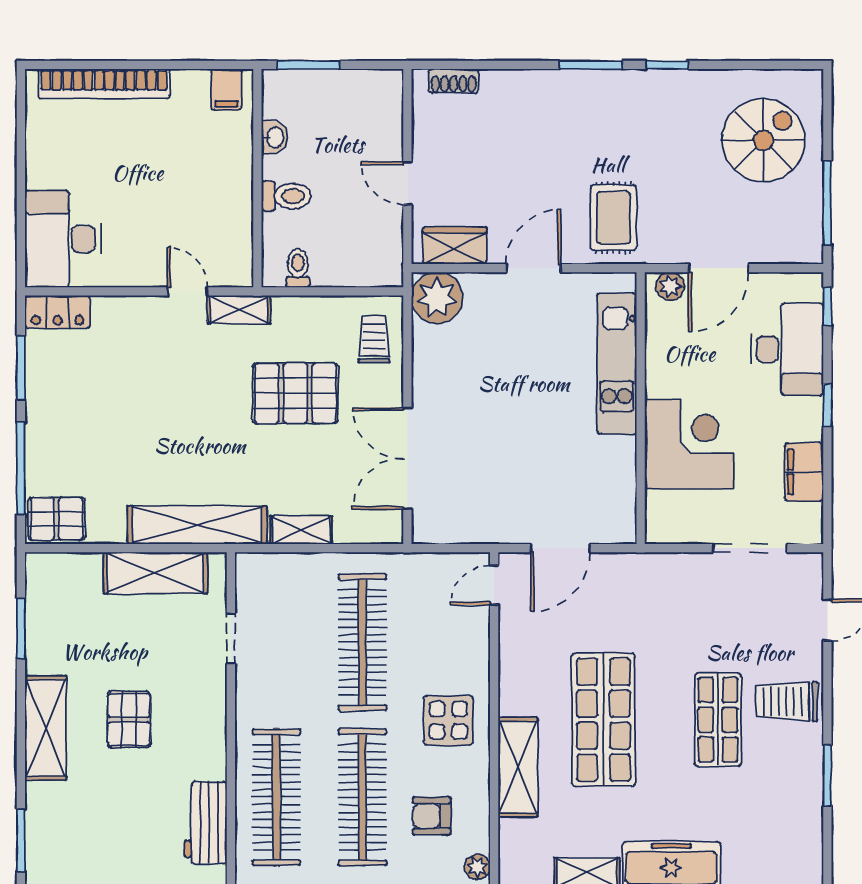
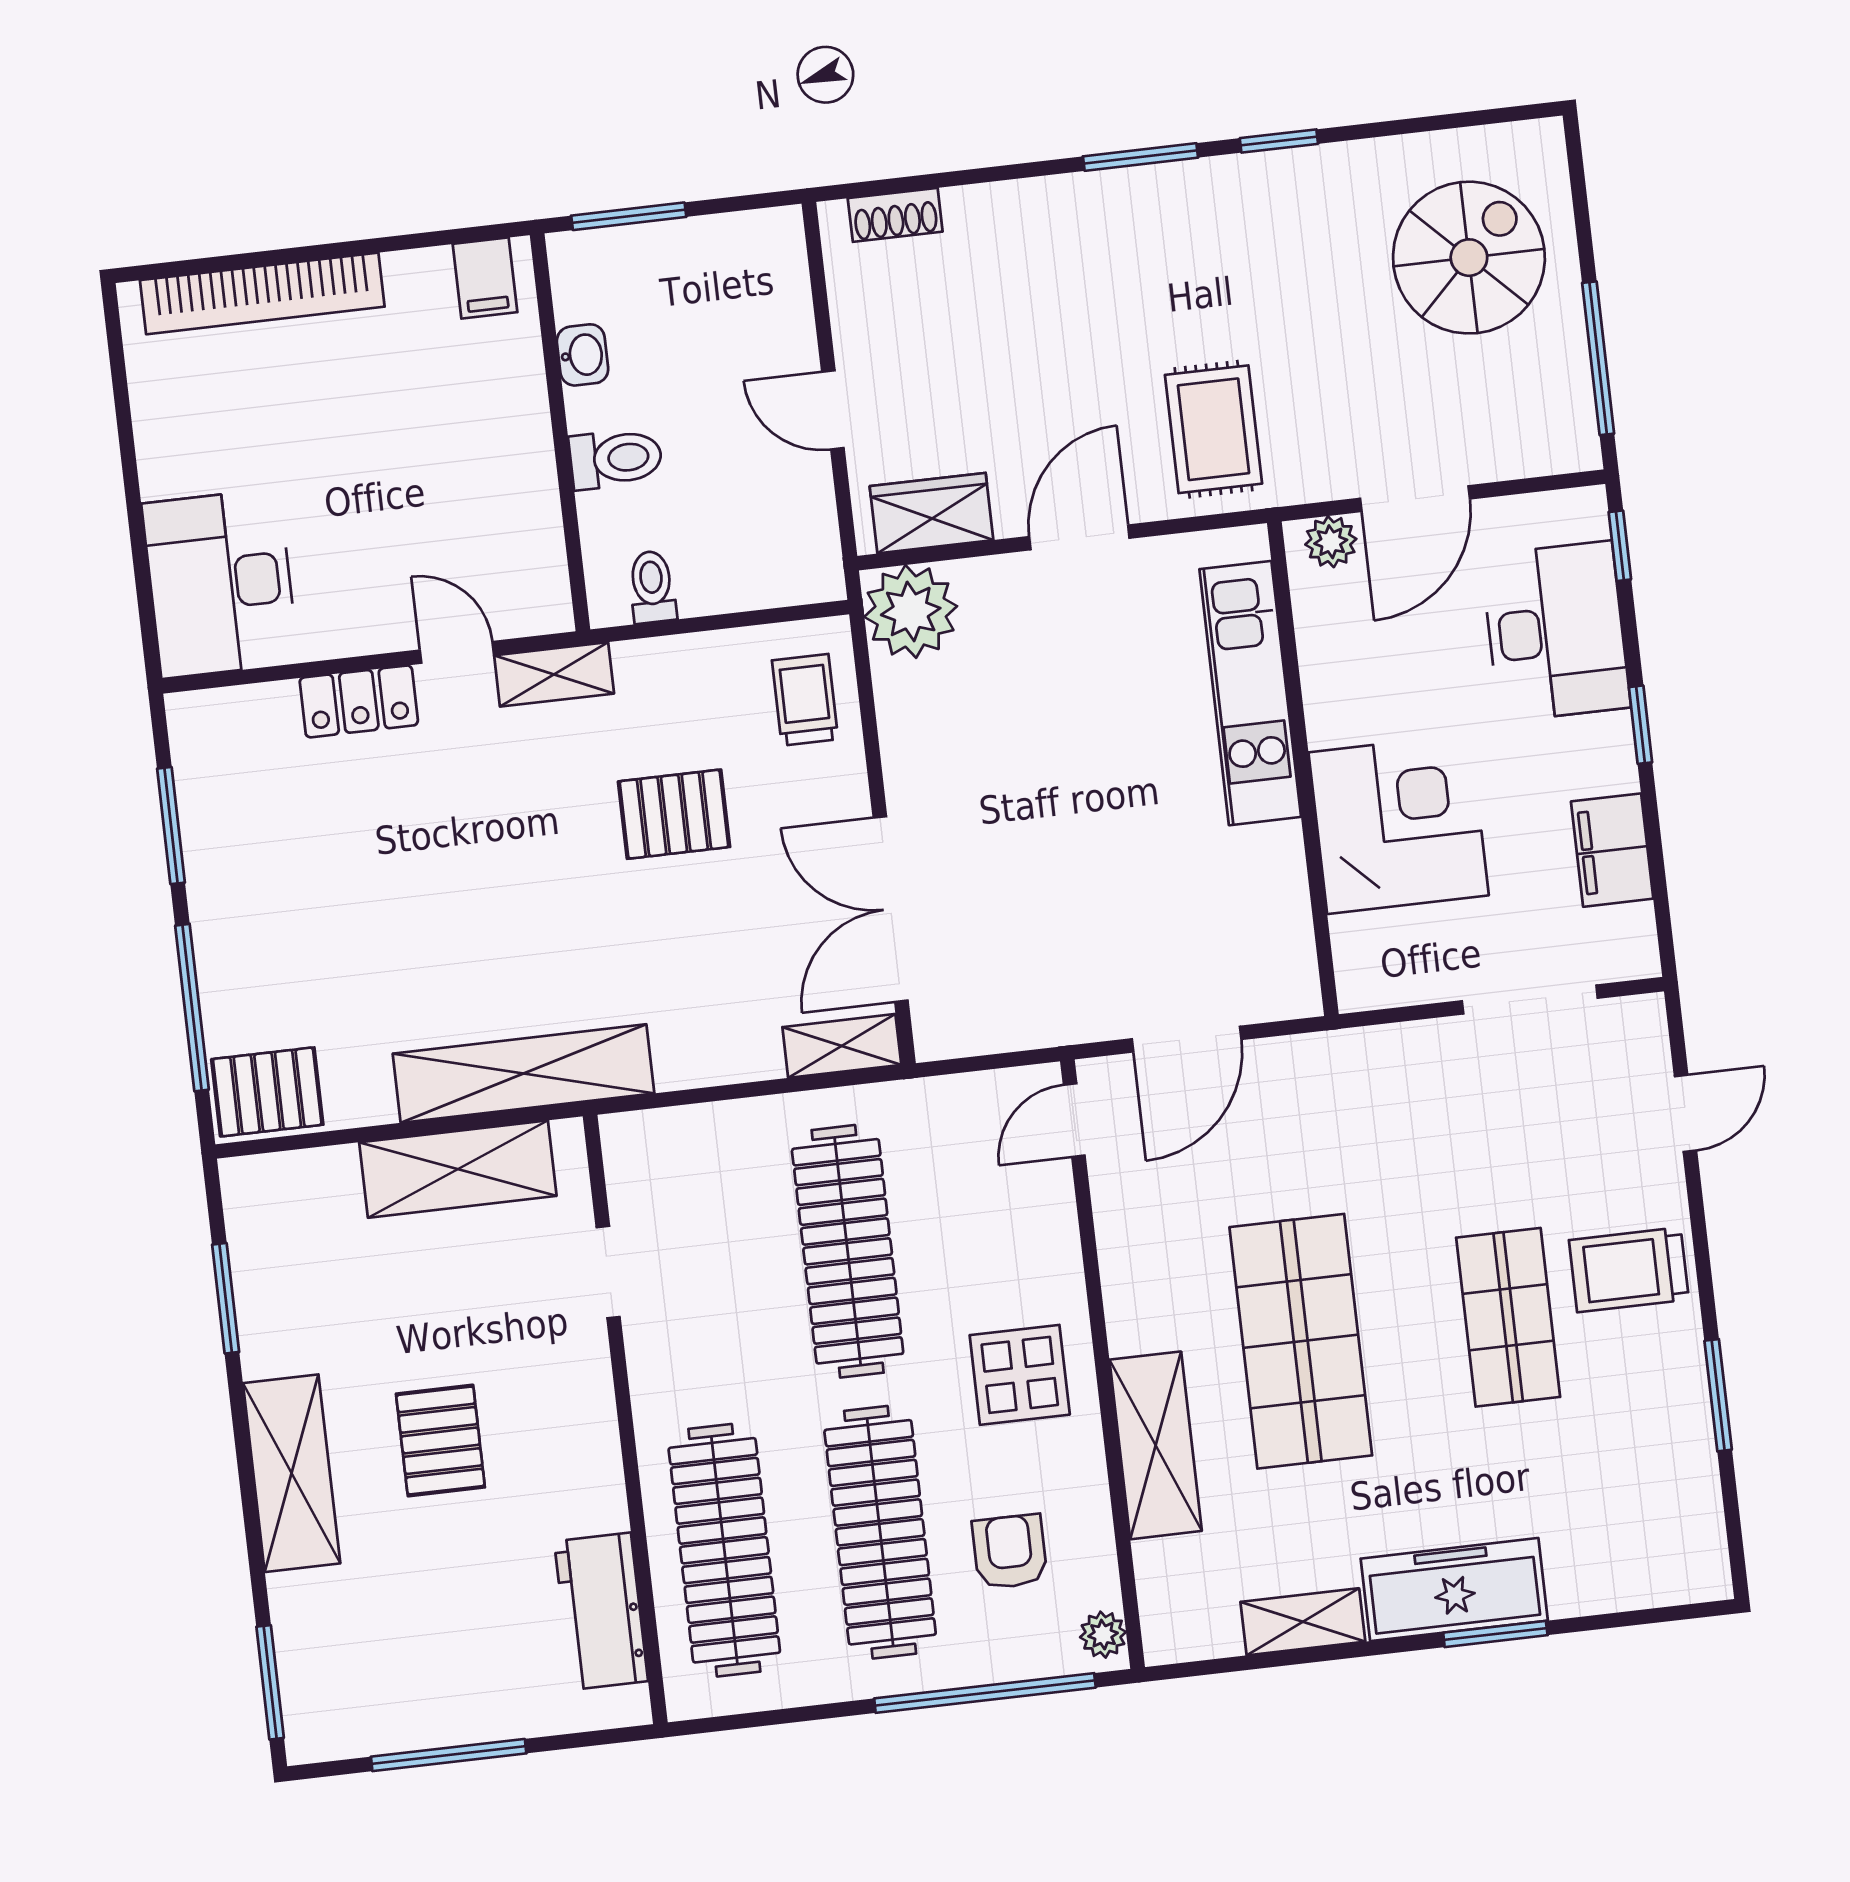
locker: (58, 312) -> (359, 701), moved
pallet: (295, 393) -> (674, 814), width x0.67, depth x0.71
shelving: (301, 530) -> (842, 1046), moved
armchair: (432, 816) -> (1010, 1552), turned 90

